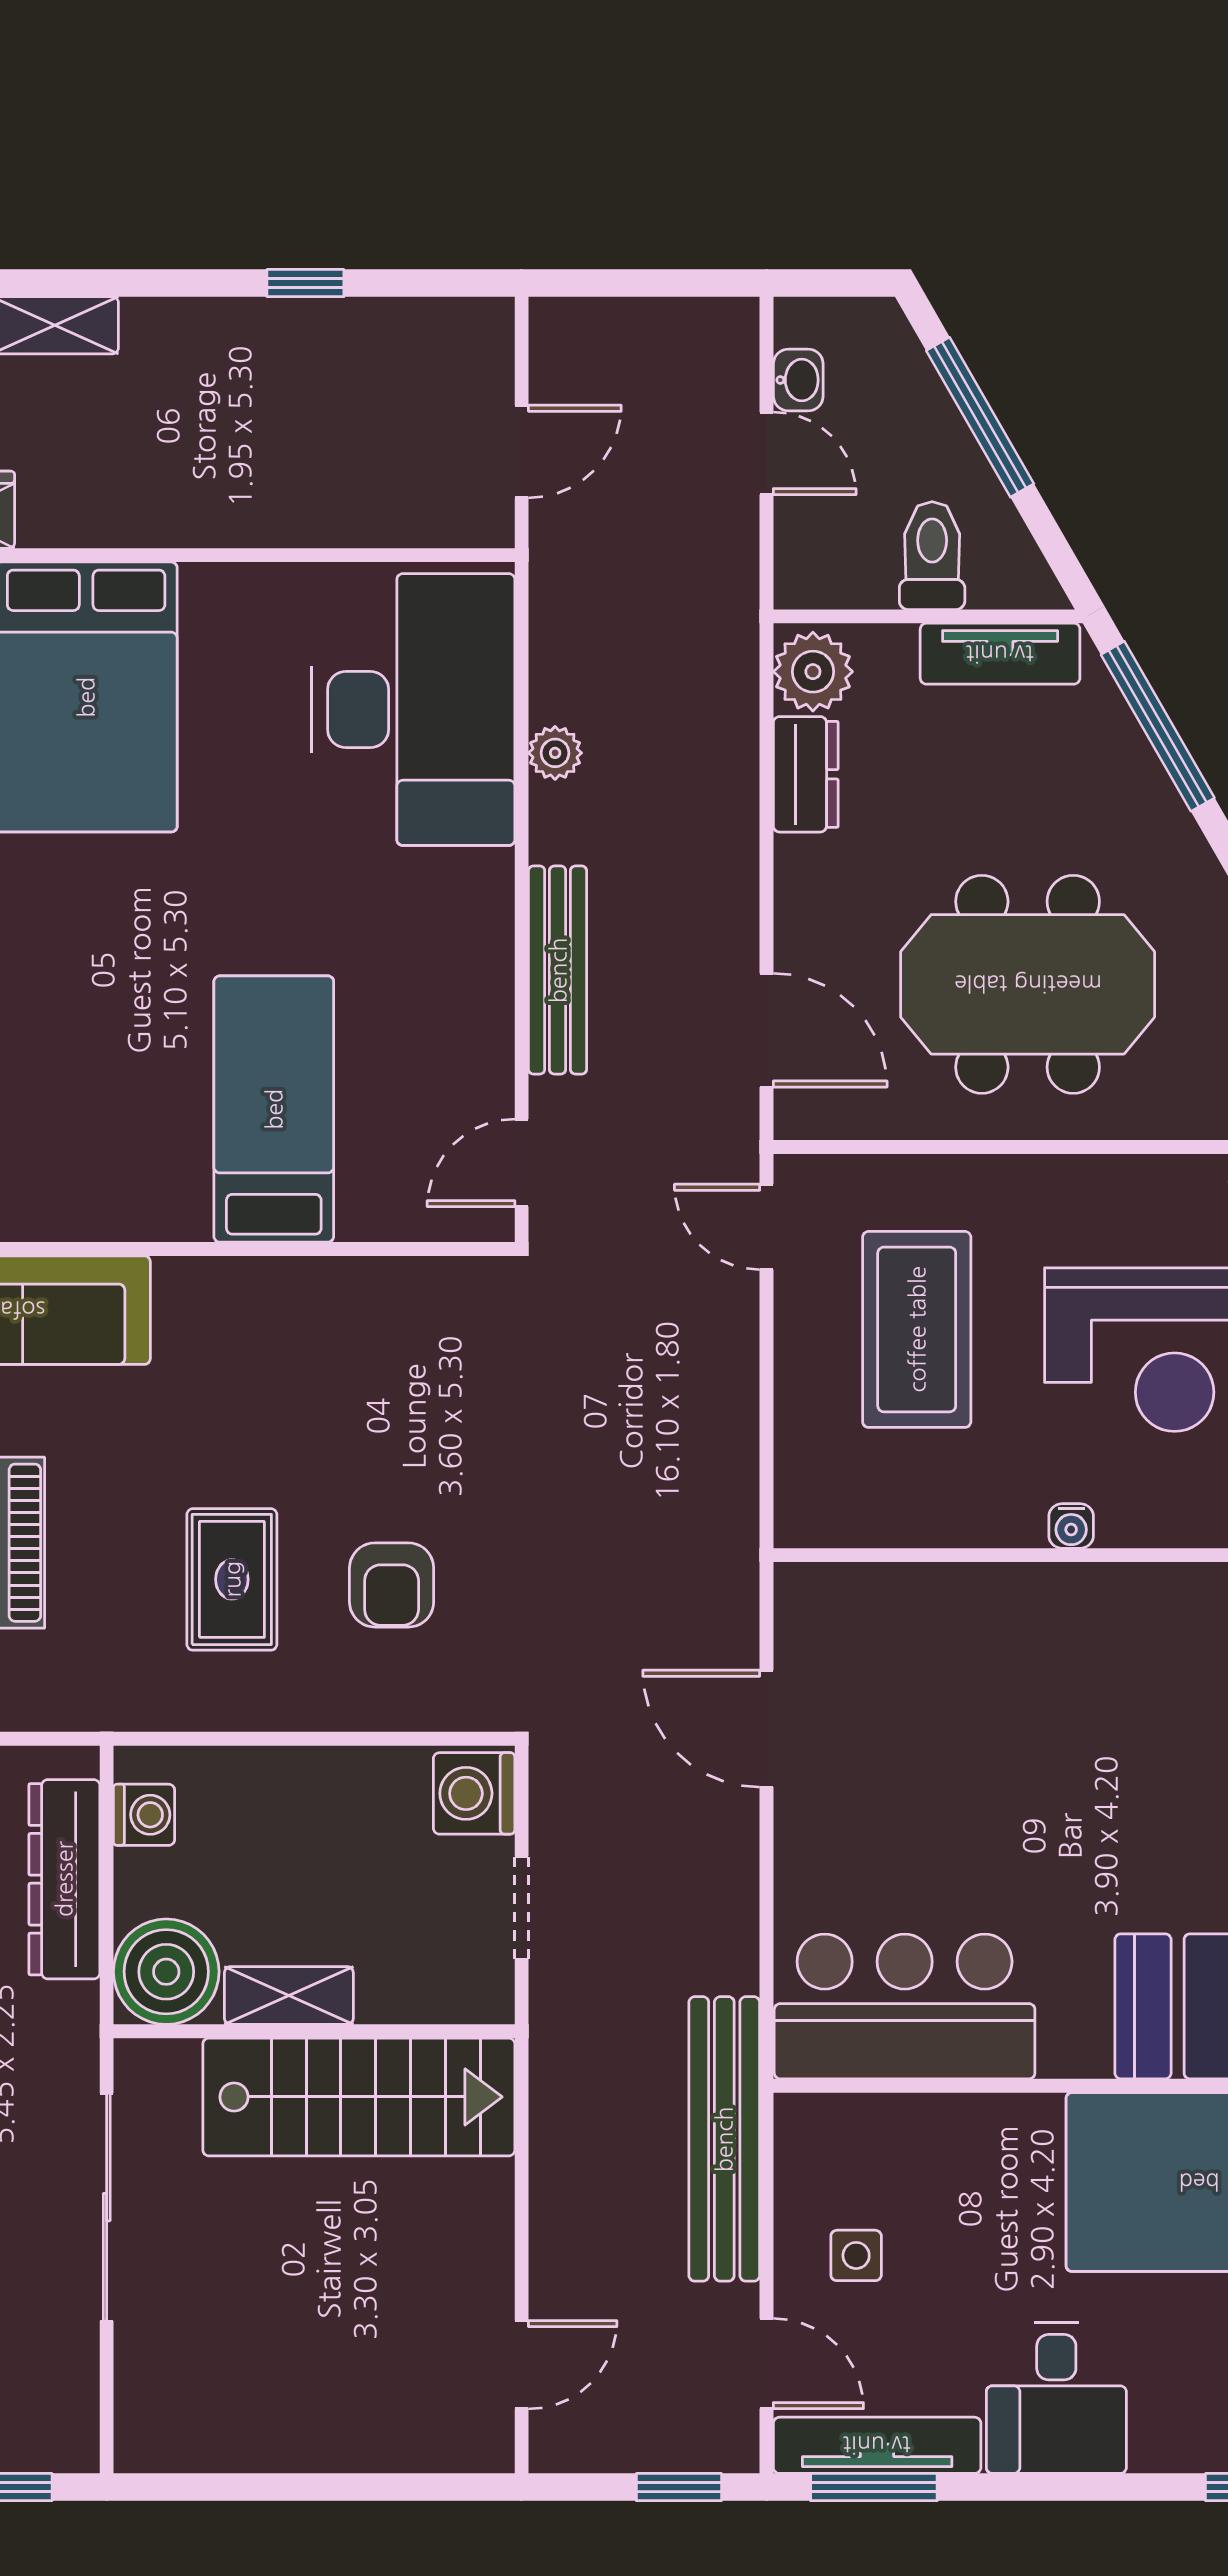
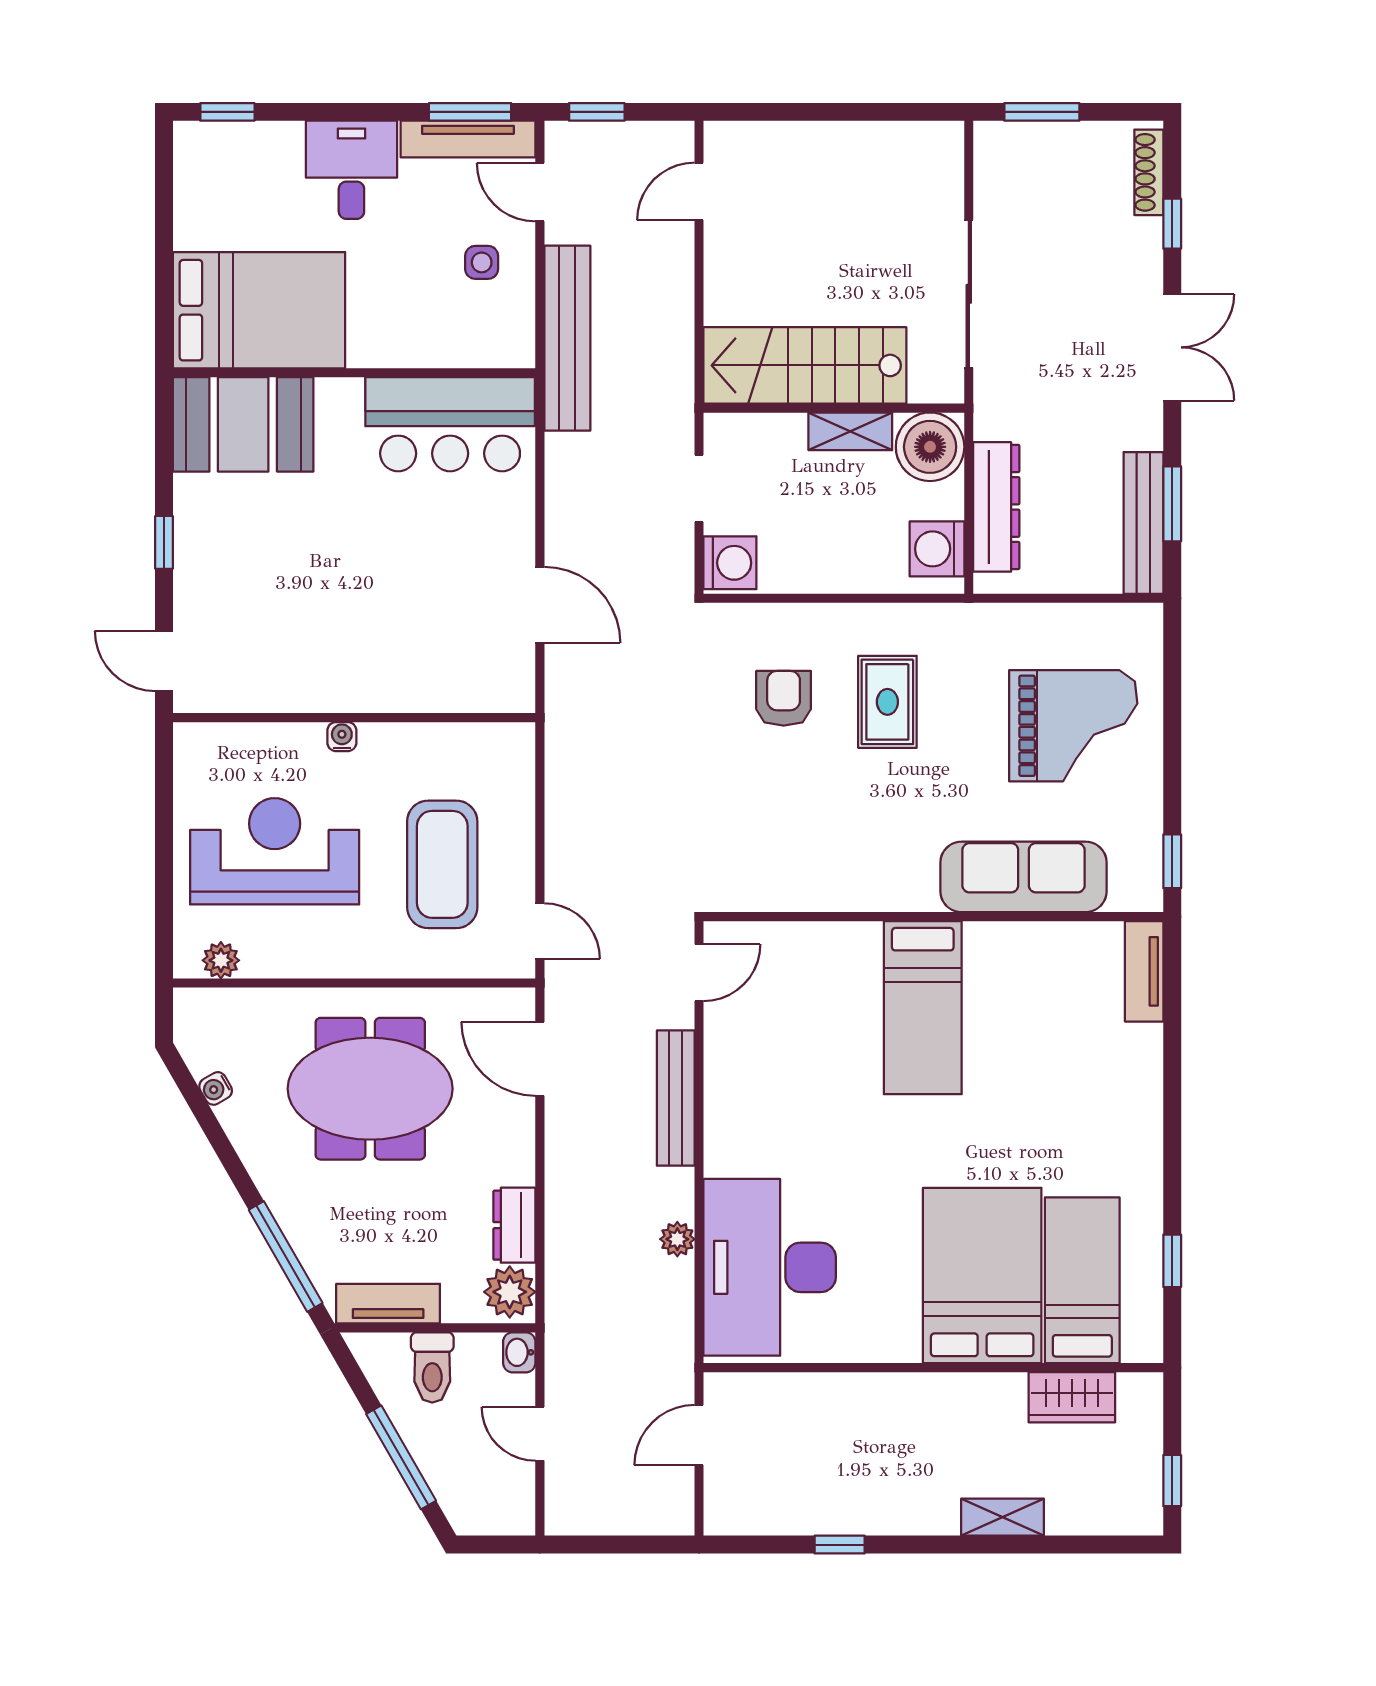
washbasin: (798, 380) -> (519, 1352), moved
bed: (274, 1109) -> (923, 1008), moved
washing machine: (144, 1815) -> (937, 549), width x1.38, depth x1.38

